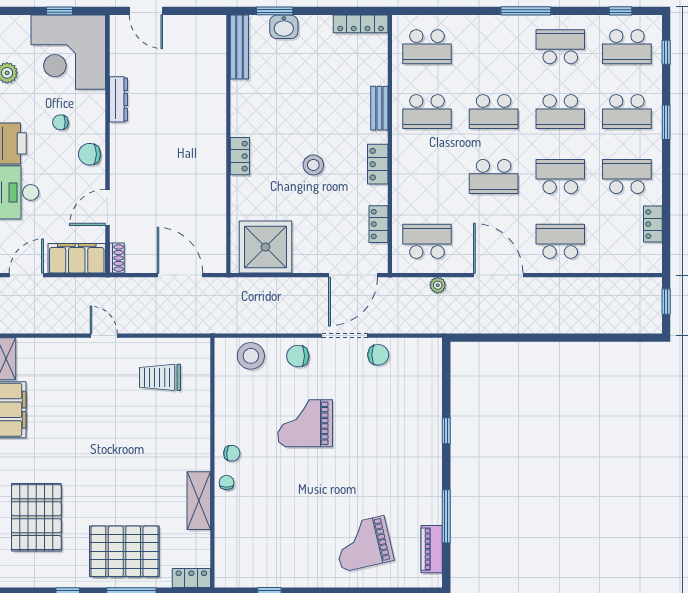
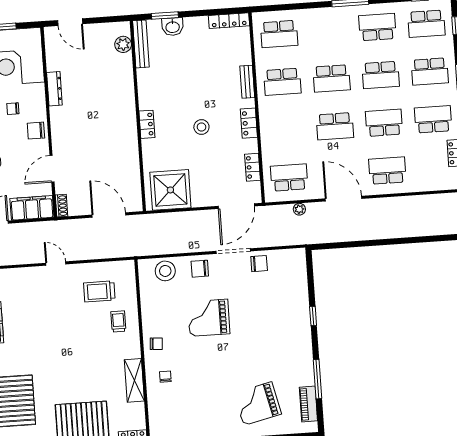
plant: (215, 46) -> (123, 44), added
trolley: (183, 420) -> (118, 321), added
chair: (227, 482) -> (165, 377), moved

